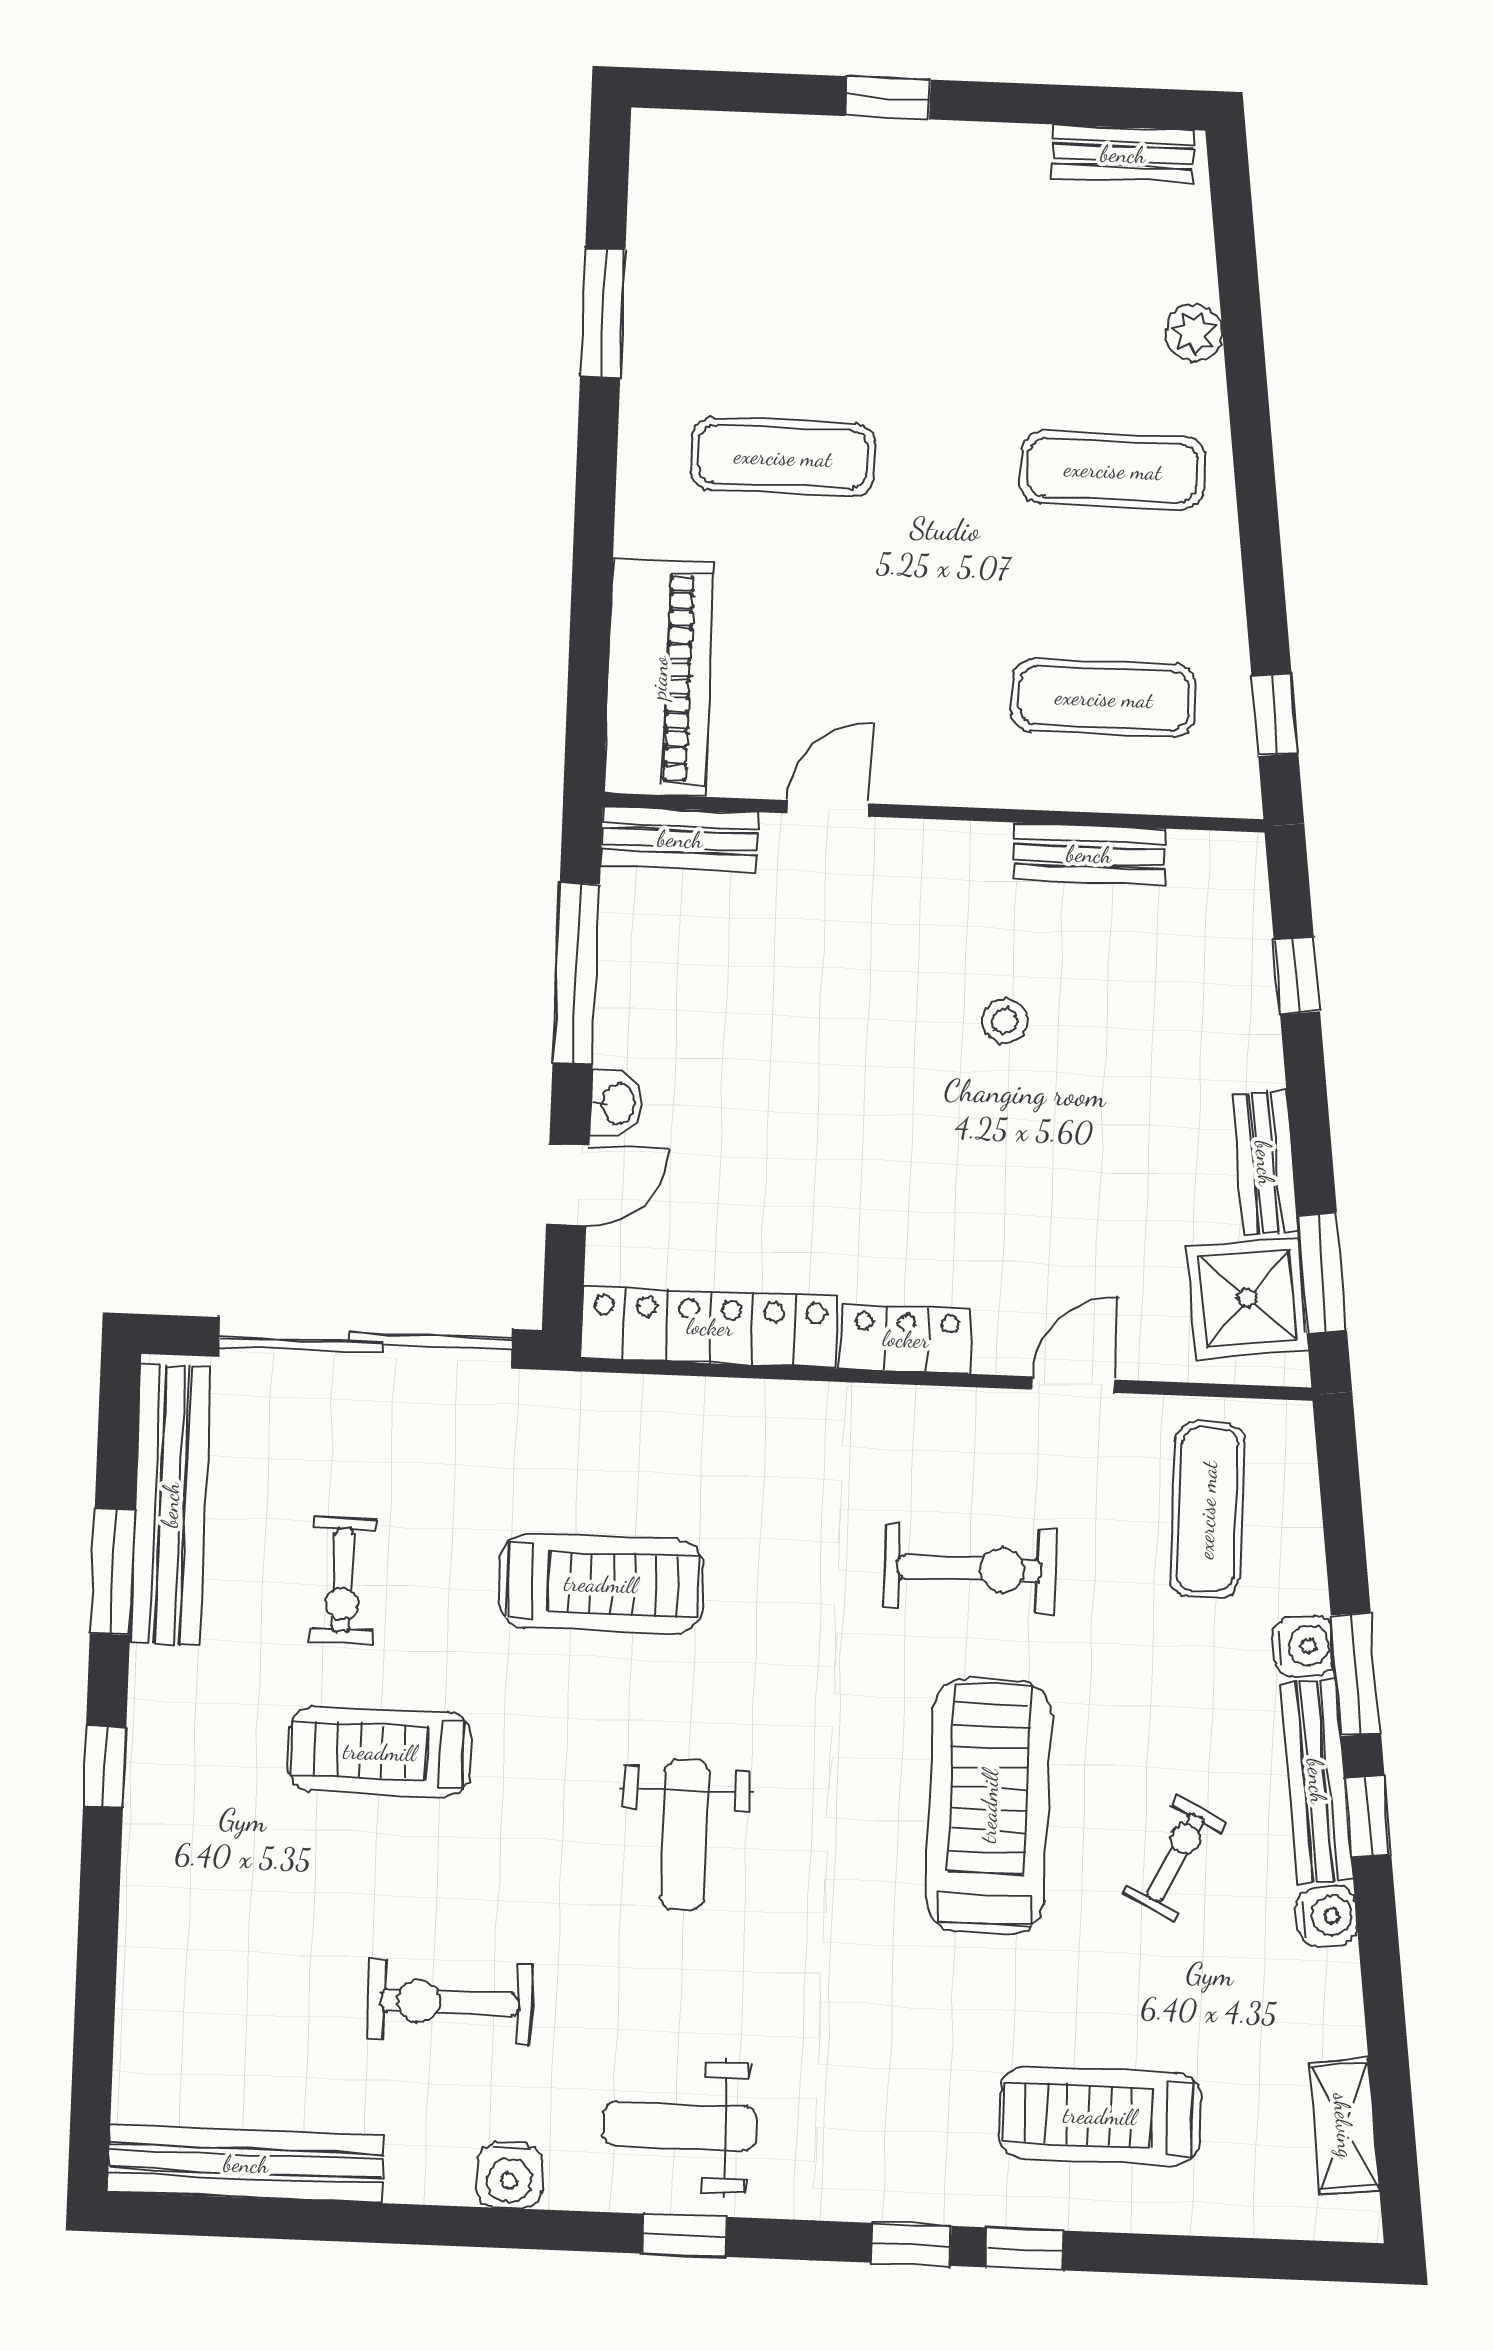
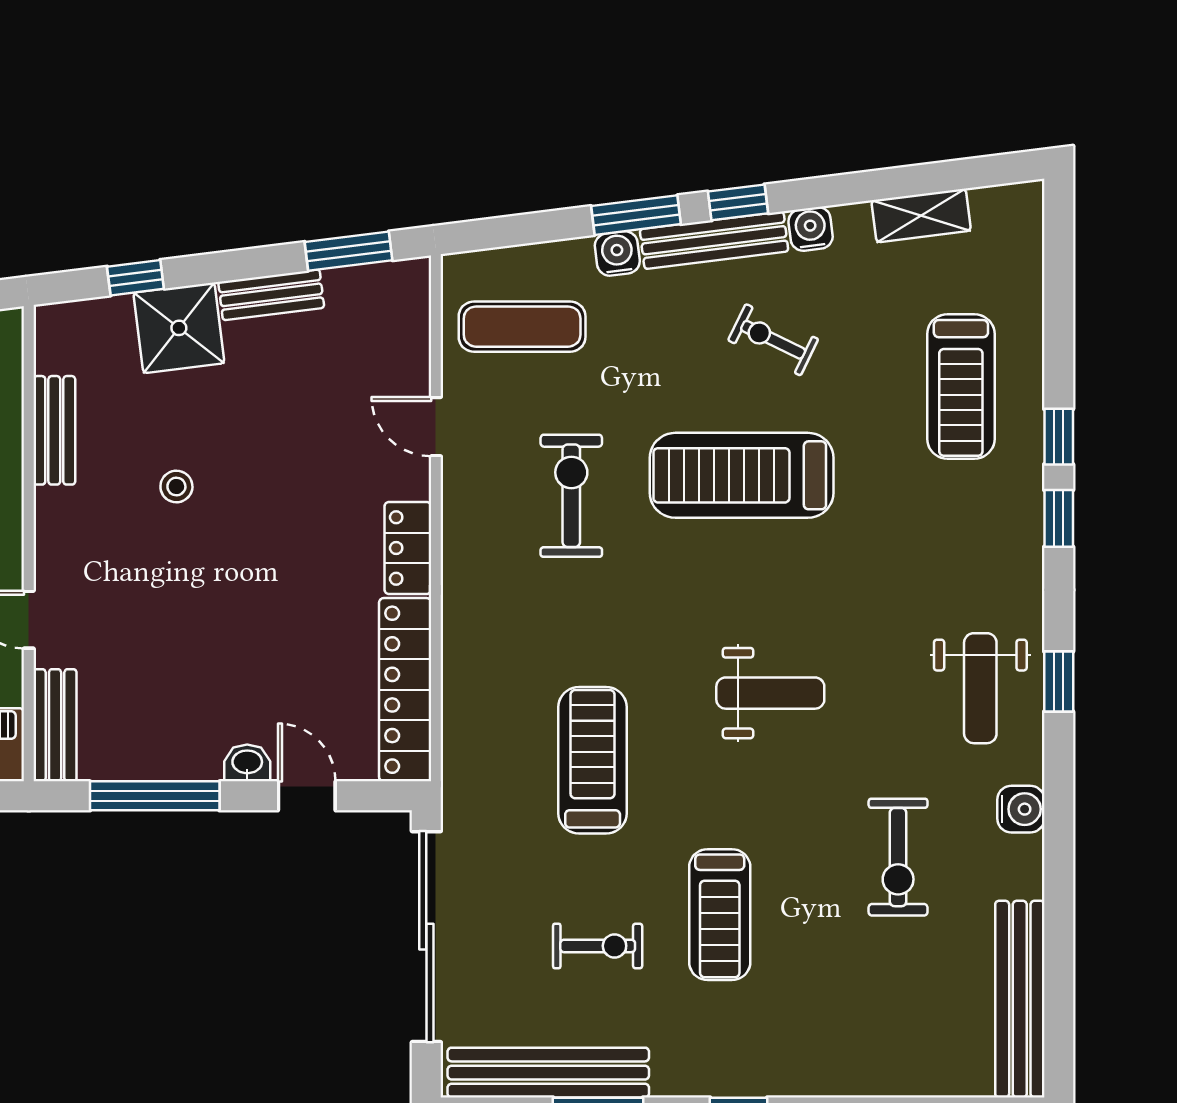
shower: (1247, 1298) -> (179, 328), moved
shelving: (1344, 2126) -> (921, 215), moved

